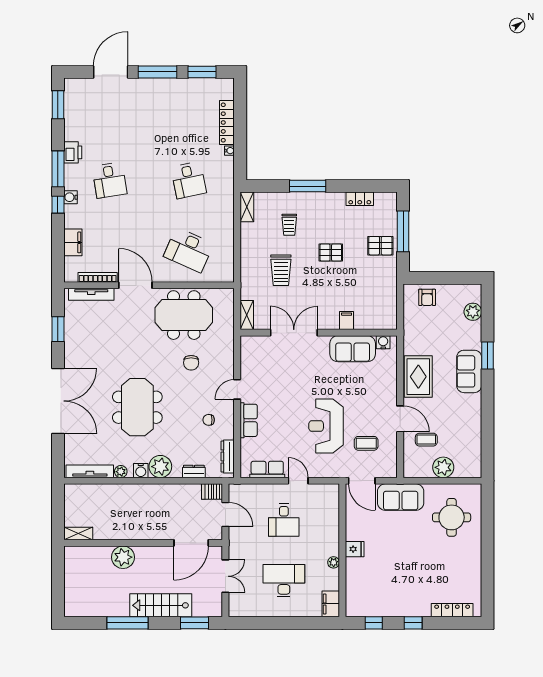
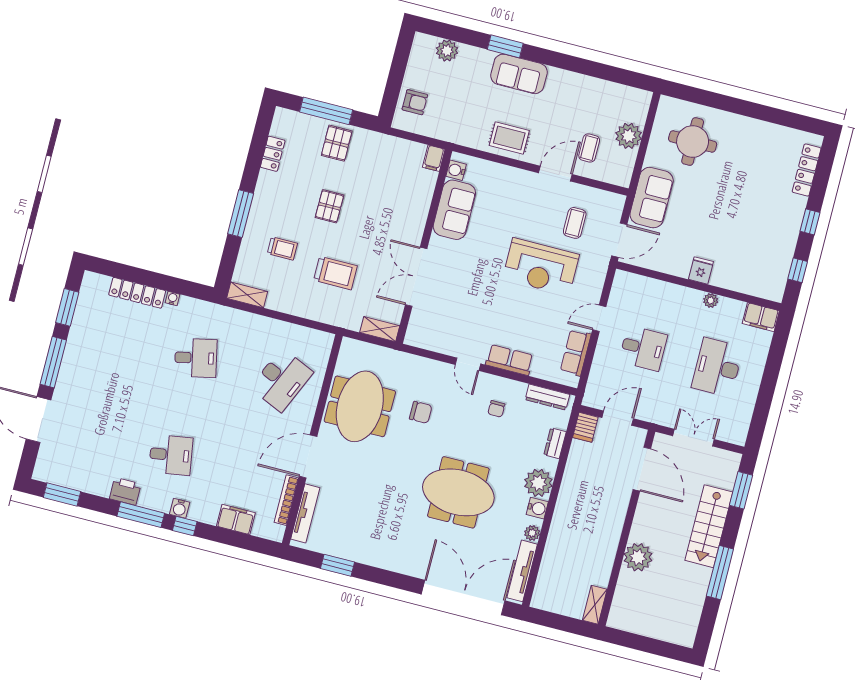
filing cabinet: (347, 320) -> (434, 158), moved, turned -90
rug: (418, 377) -> (509, 138), width x0.73, depth x0.70
double door: (58, 401) -> (463, 597), moved

